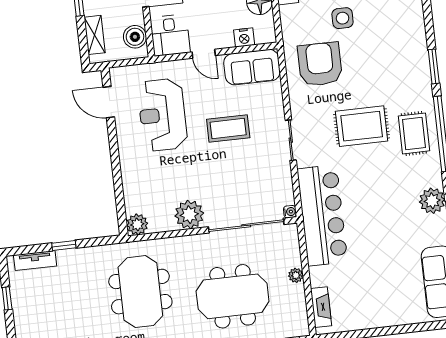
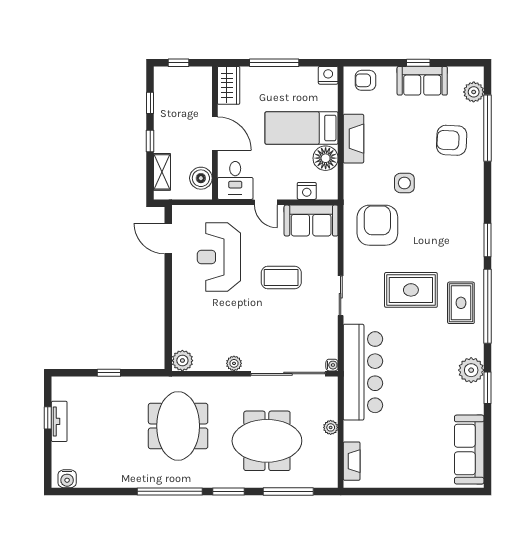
plant: (189, 215) -> (234, 363), width x0.53, depth x0.53
tv unit: (35, 261) -> (59, 421), moved, turned -90

